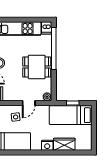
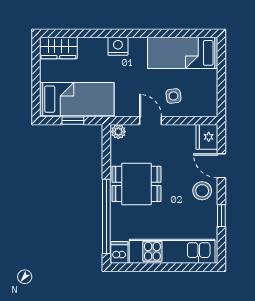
door: (29, 103) -> (150, 121), hinge flipped
wardrobe: (64, 144) -> (58, 48), moved

